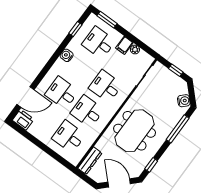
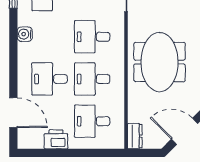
door: (26, 97) -> (13, 113), hinge flipped
printer: (23, 120) -> (56, 139), moved
dresser: (90, 161) -> (135, 136), width x0.70

